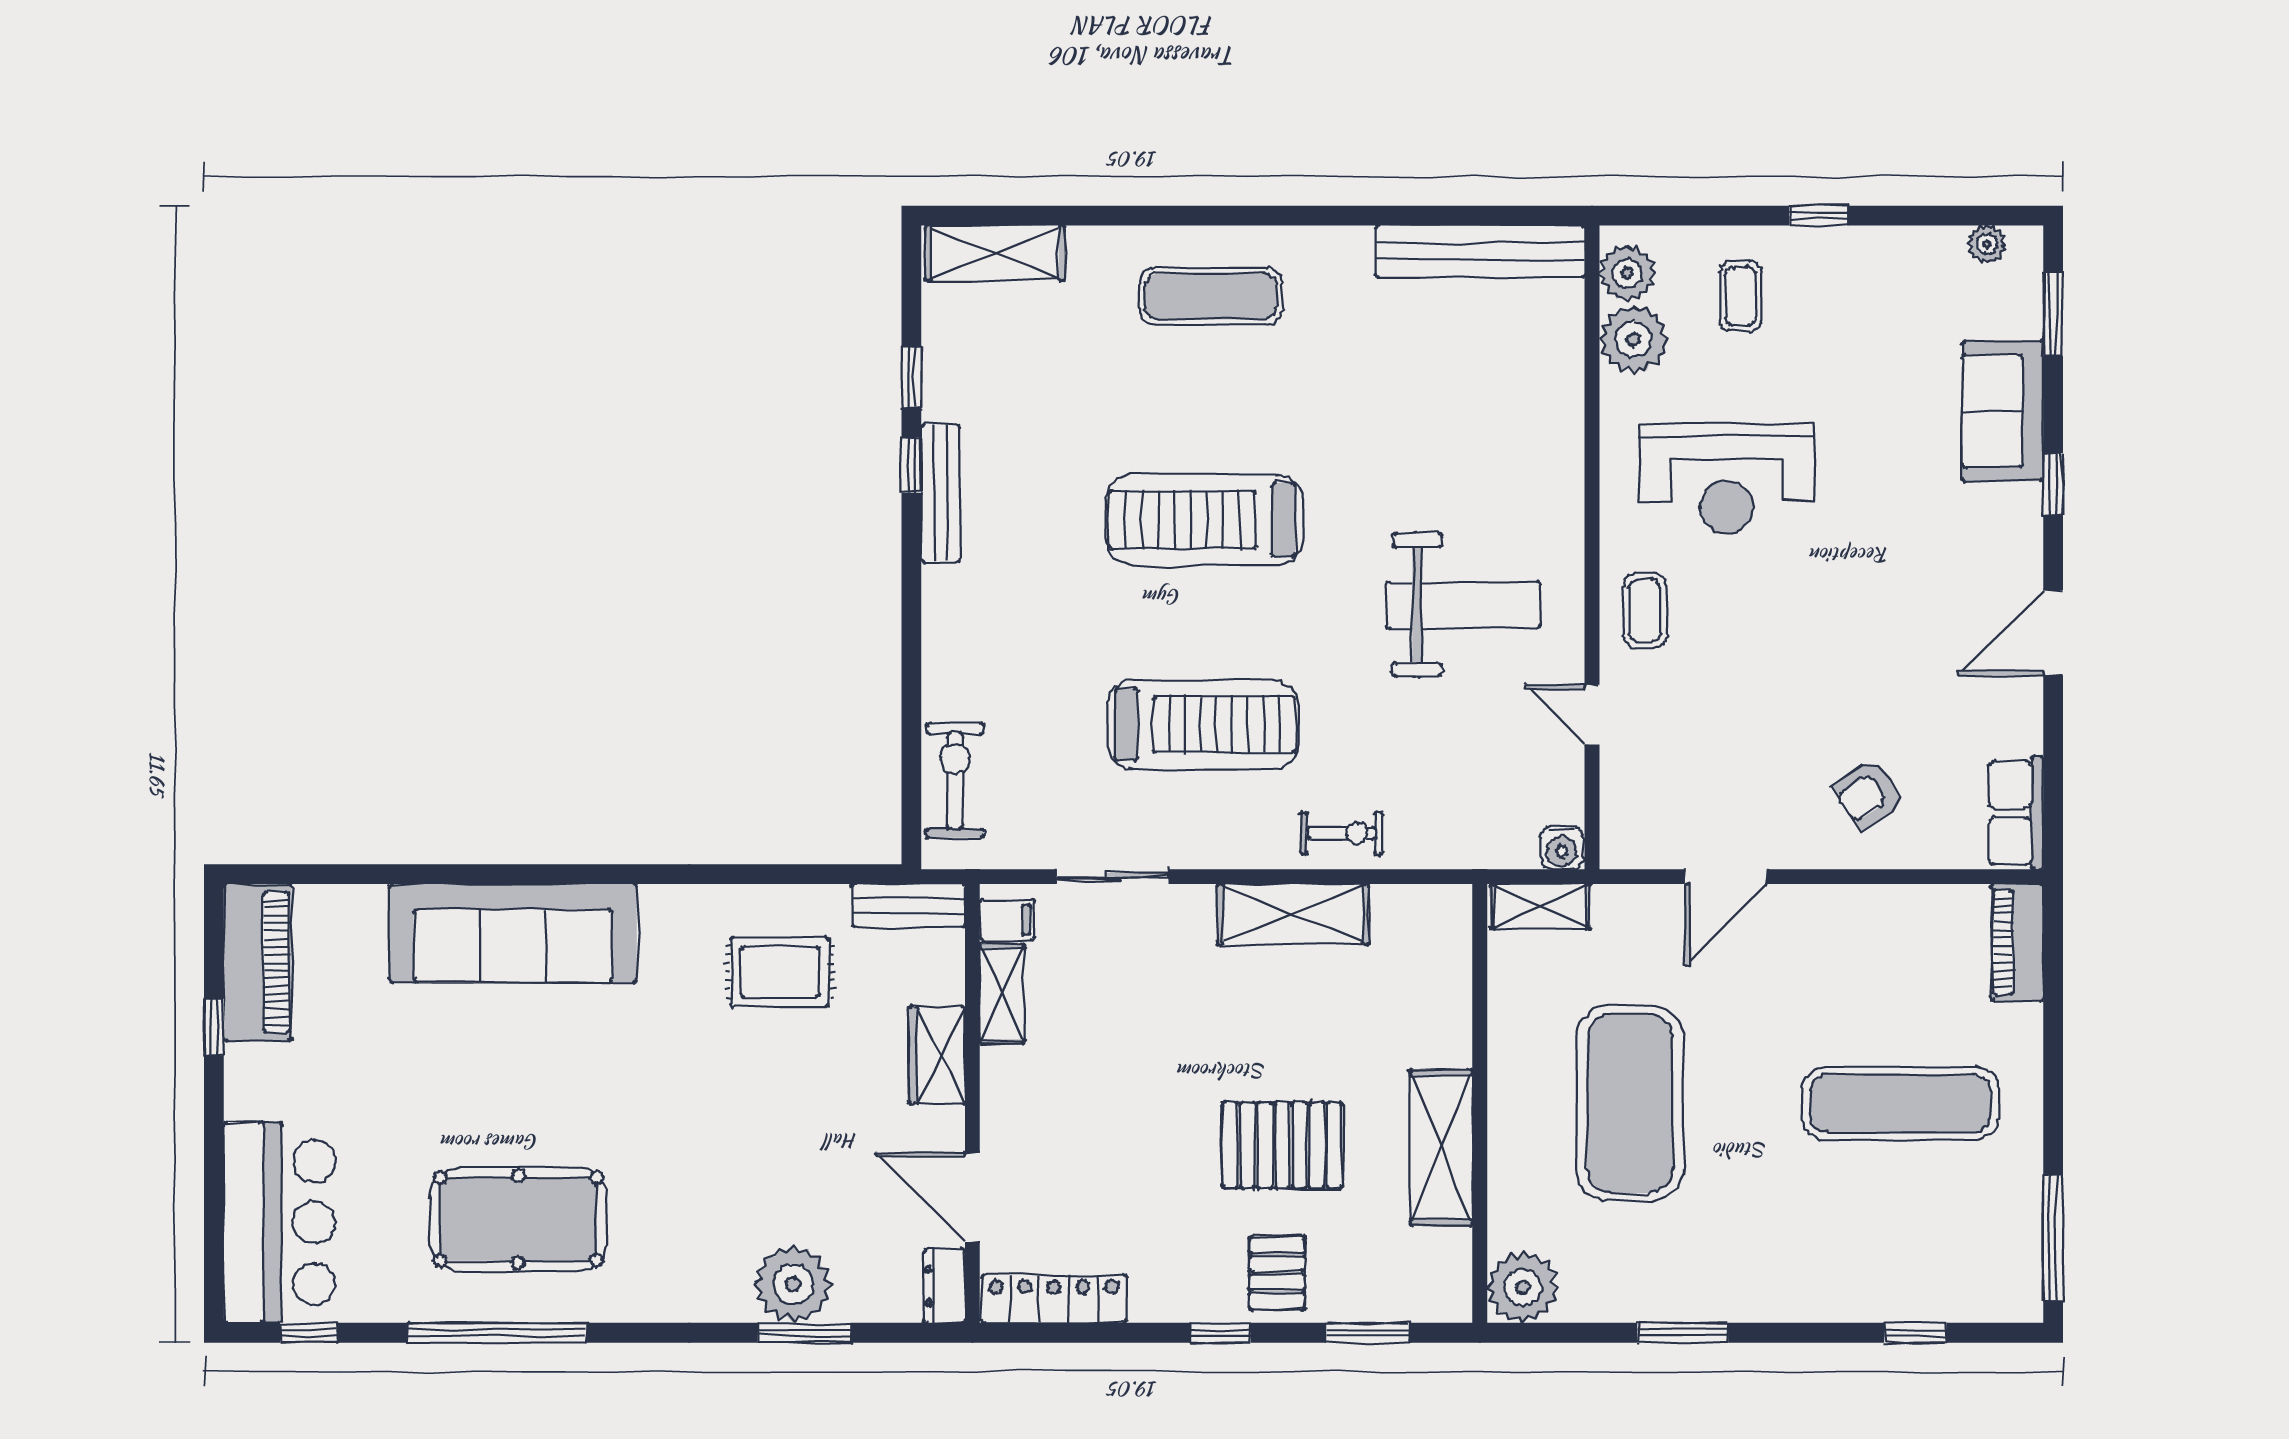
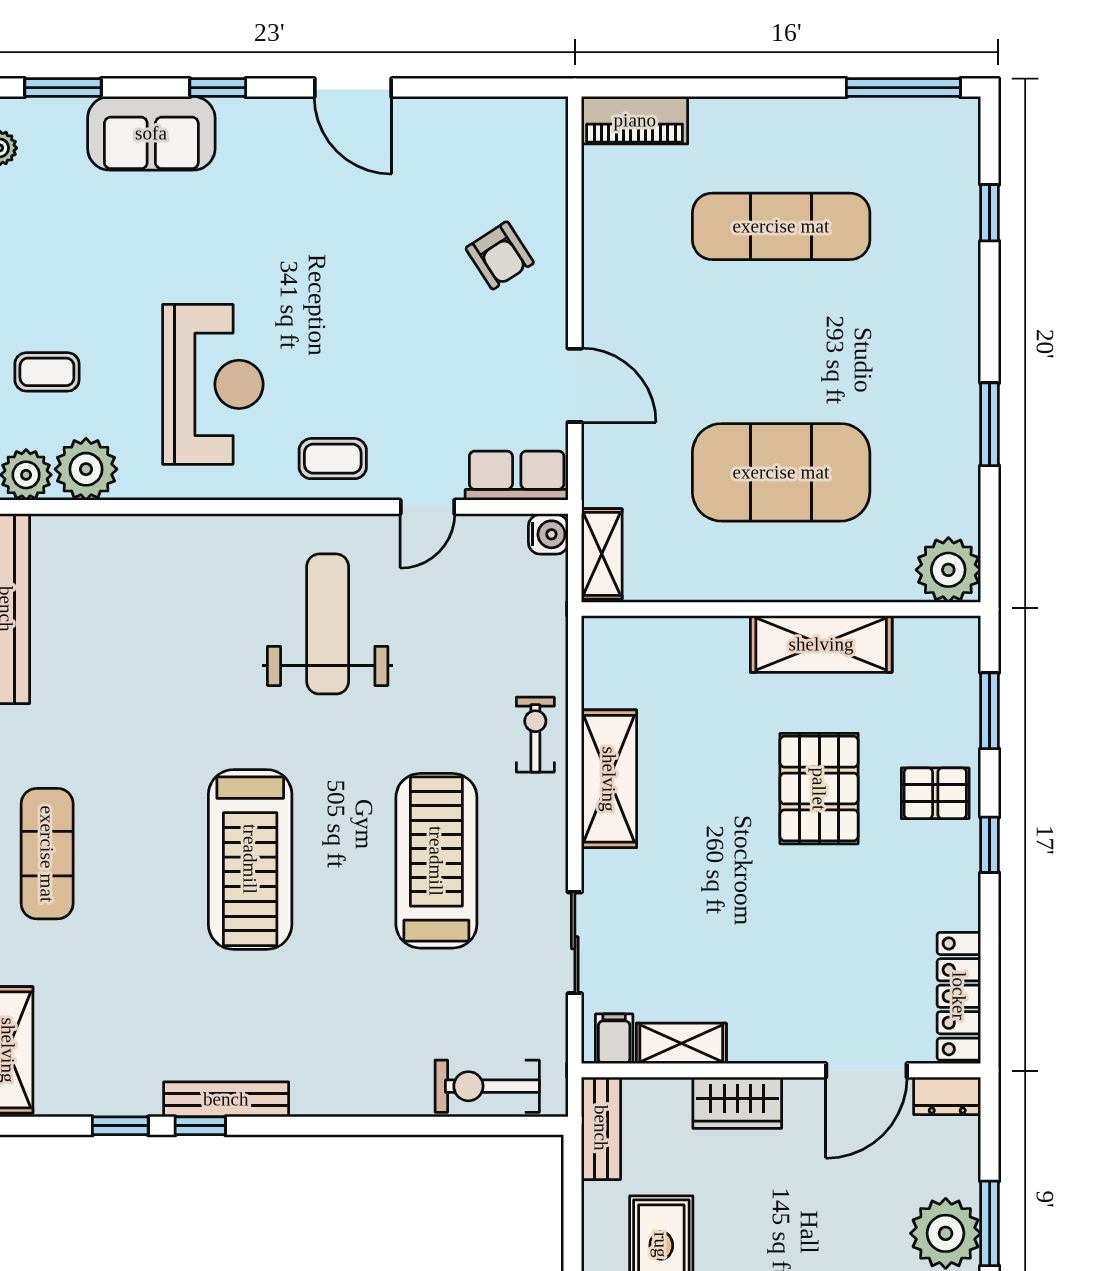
row of seats: (2016, 813) -> (517, 476), moved, turned 180
exercise mat: (1900, 1103) -> (781, 226), turned 90

